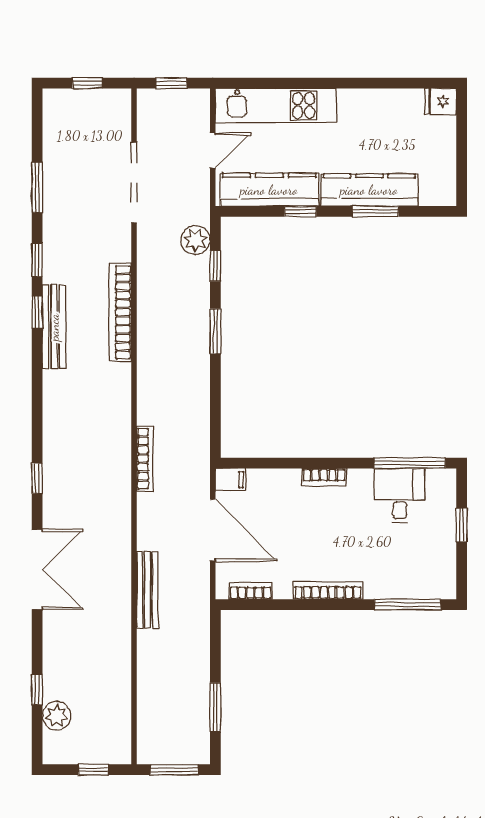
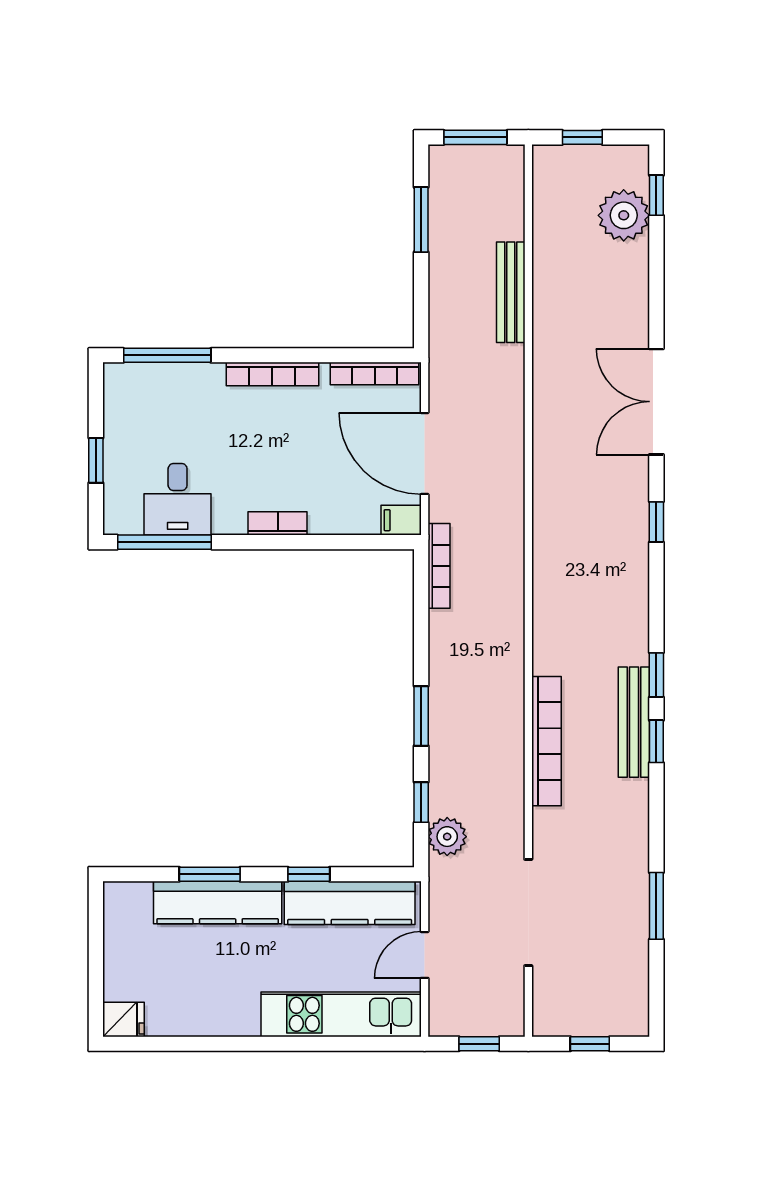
window: (37, 260) -> (656, 675), moved
bookcase: (145, 458) -> (439, 566), moved, turned 180
bench: (147, 590) -> (511, 292), moved
bookcase: (251, 591) -> (375, 374), width x1.56
window: (37, 690) -> (656, 195), moved
plant: (57, 716) -> (624, 215), width x1.36, depth x1.36

